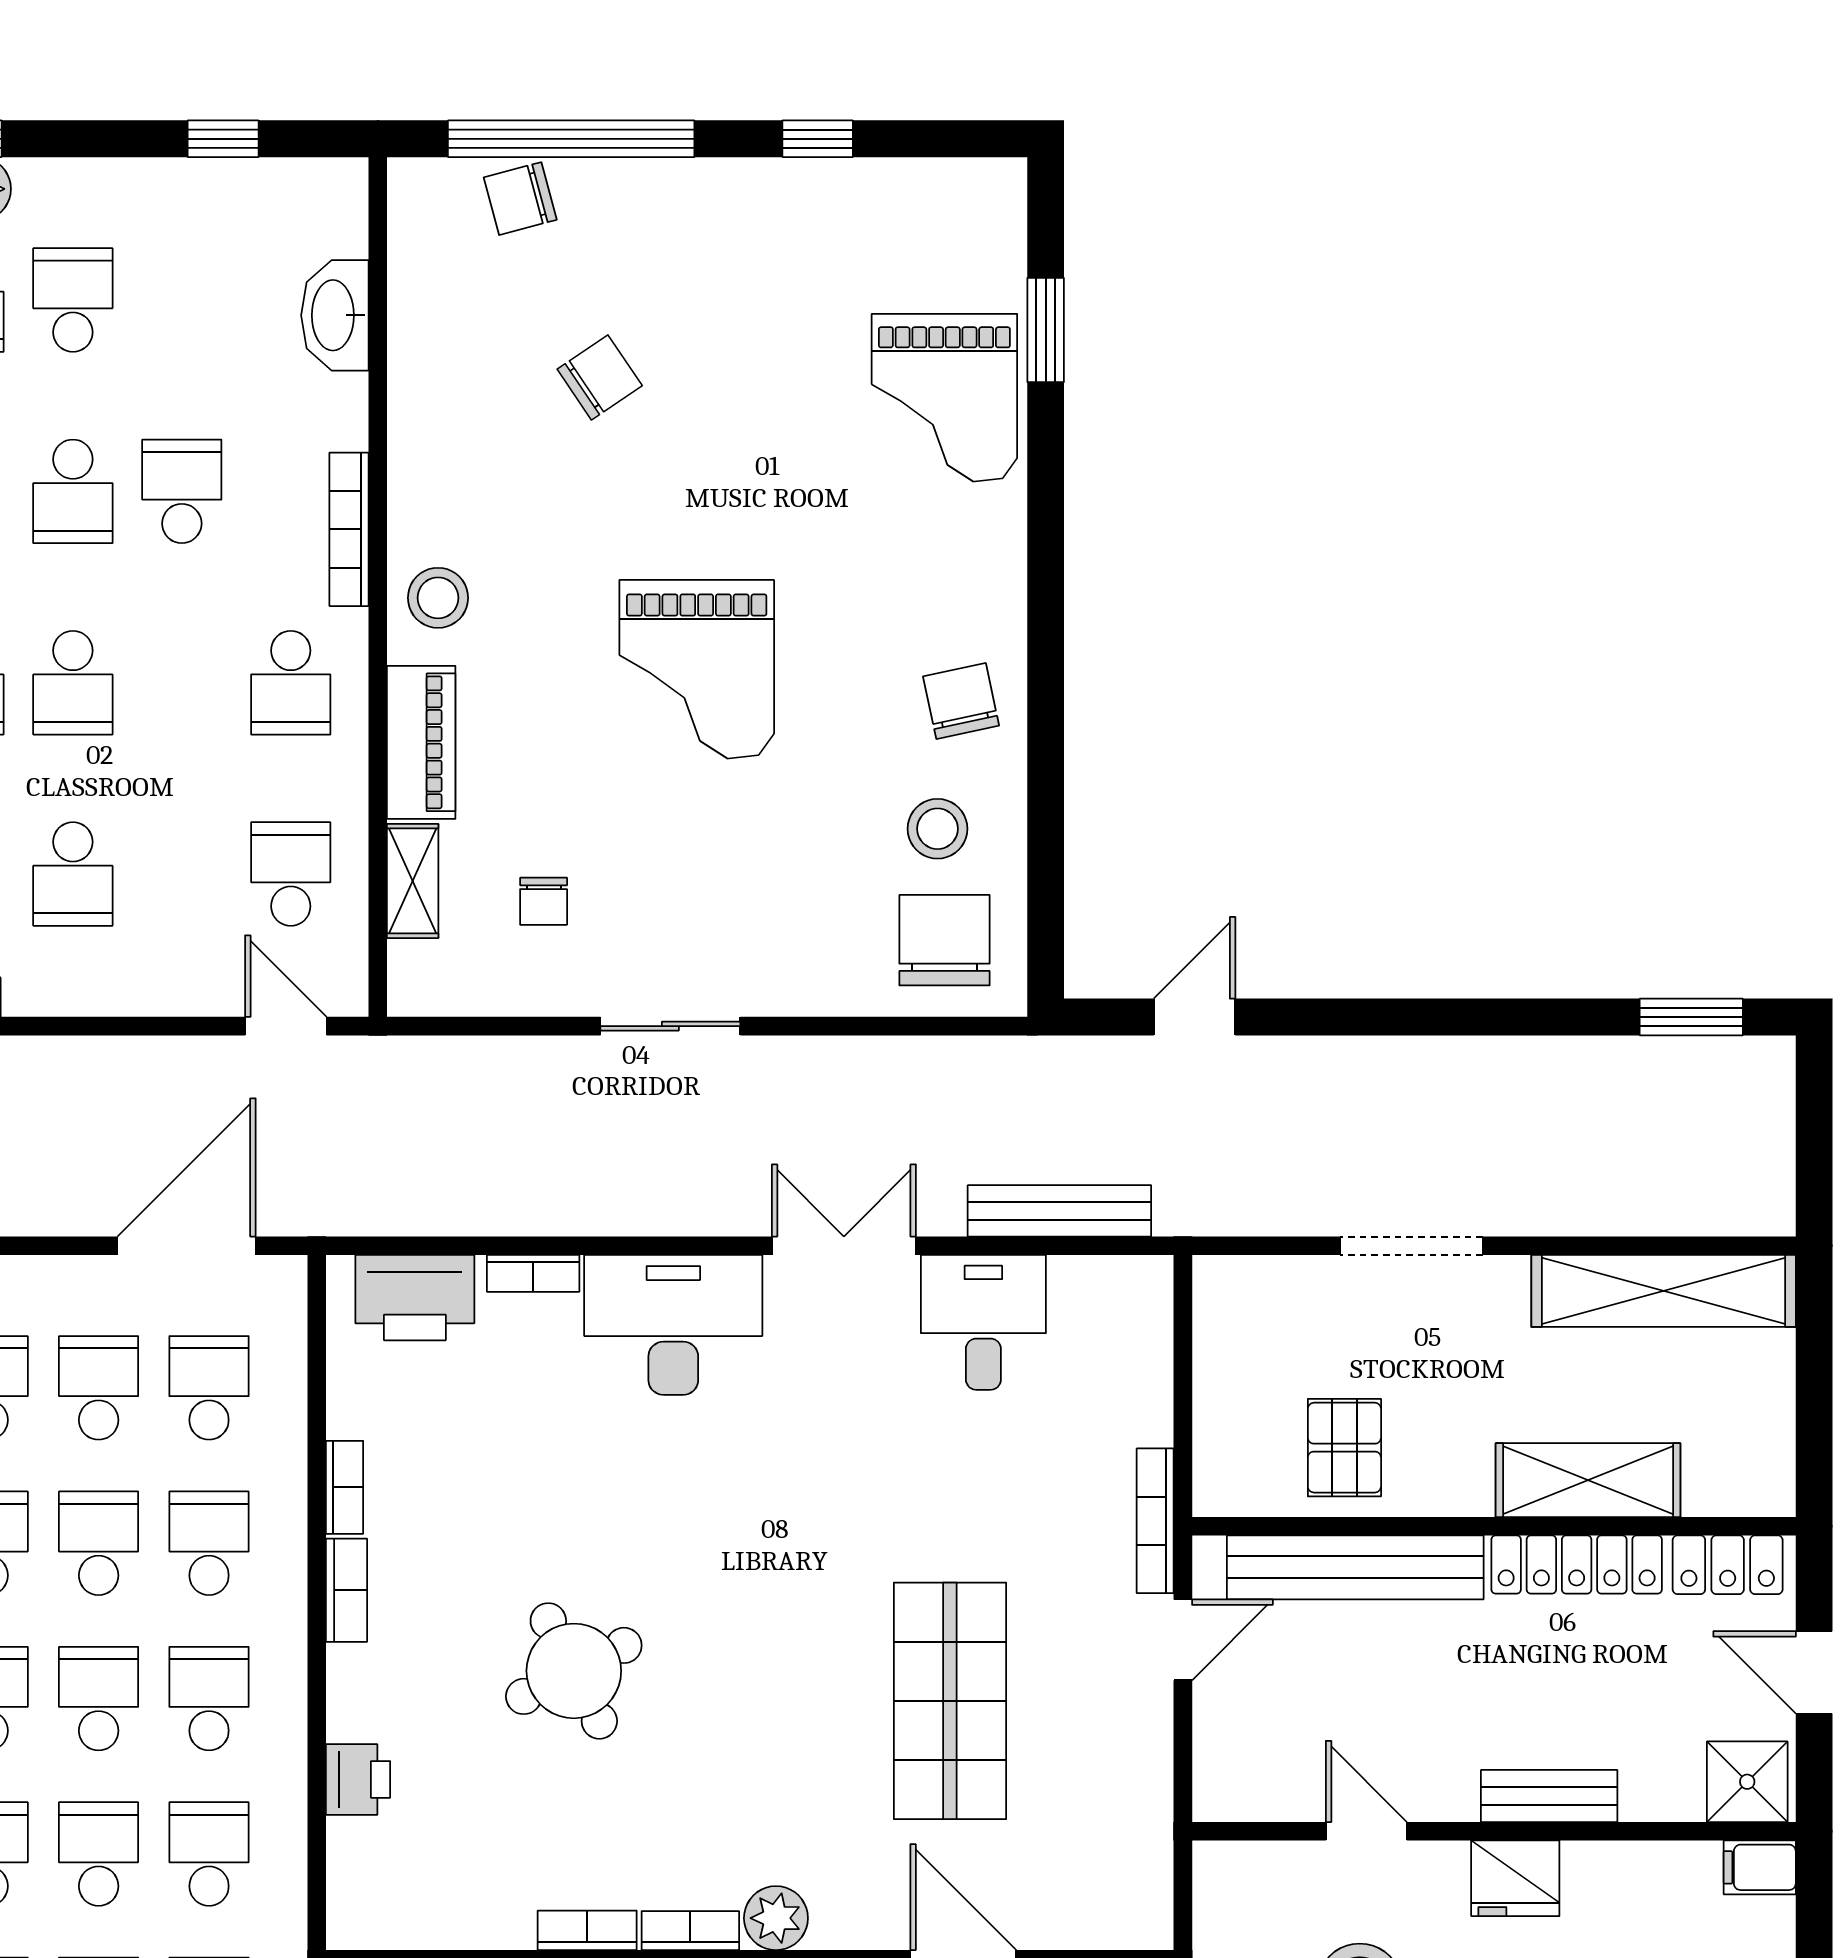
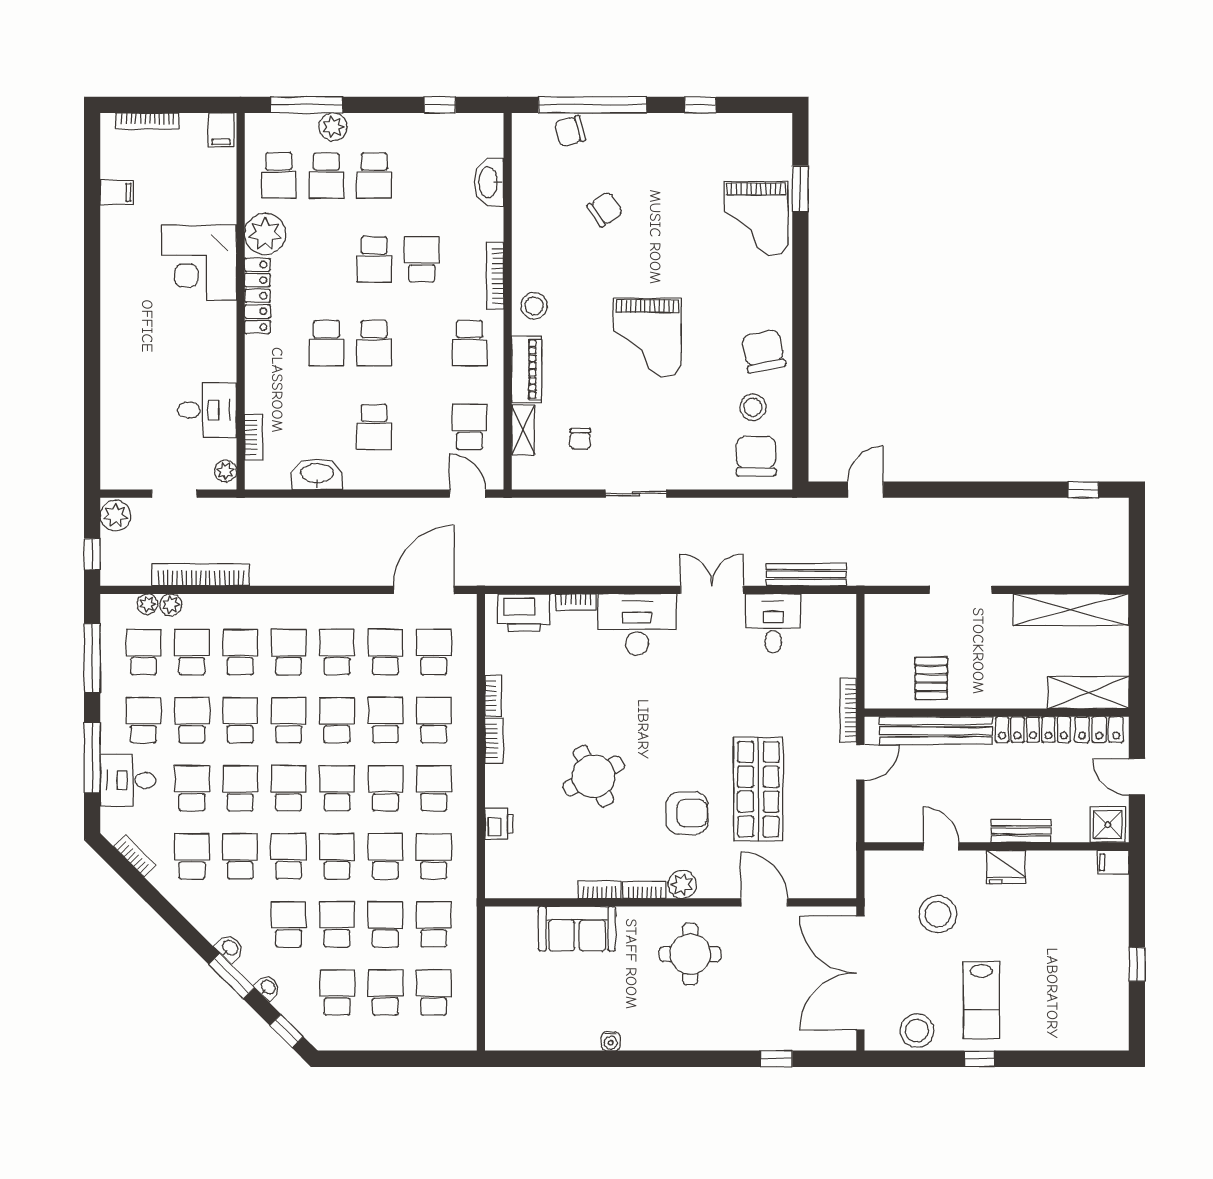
school desk: (73, 300) -> (374, 176), turned 180
chair: (961, 701) -> (763, 351), width x1.37, depth x1.37
window: (1691, 1017) -> (1083, 490), width x0.67
shelving: (1588, 1480) -> (1088, 693), moved
armchair: (787, 1756) -> (687, 813), added

